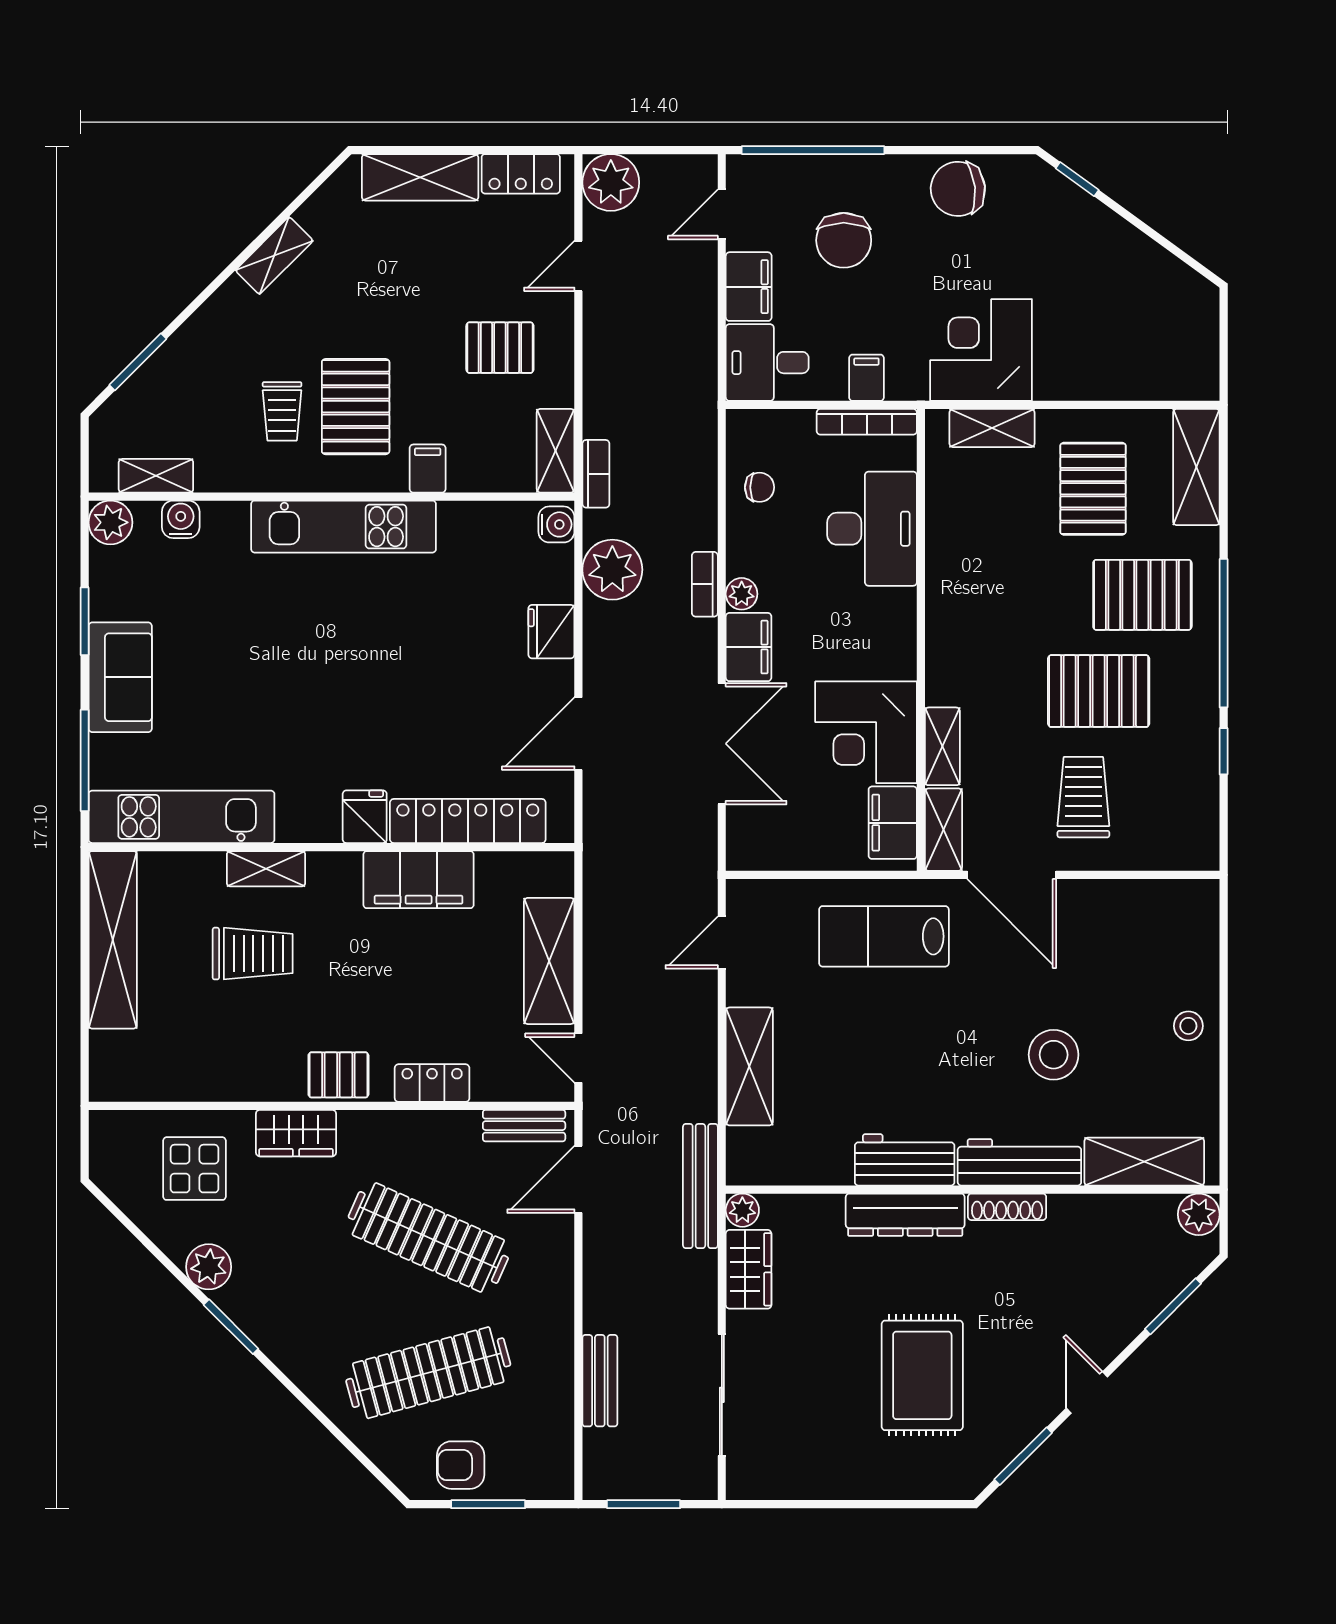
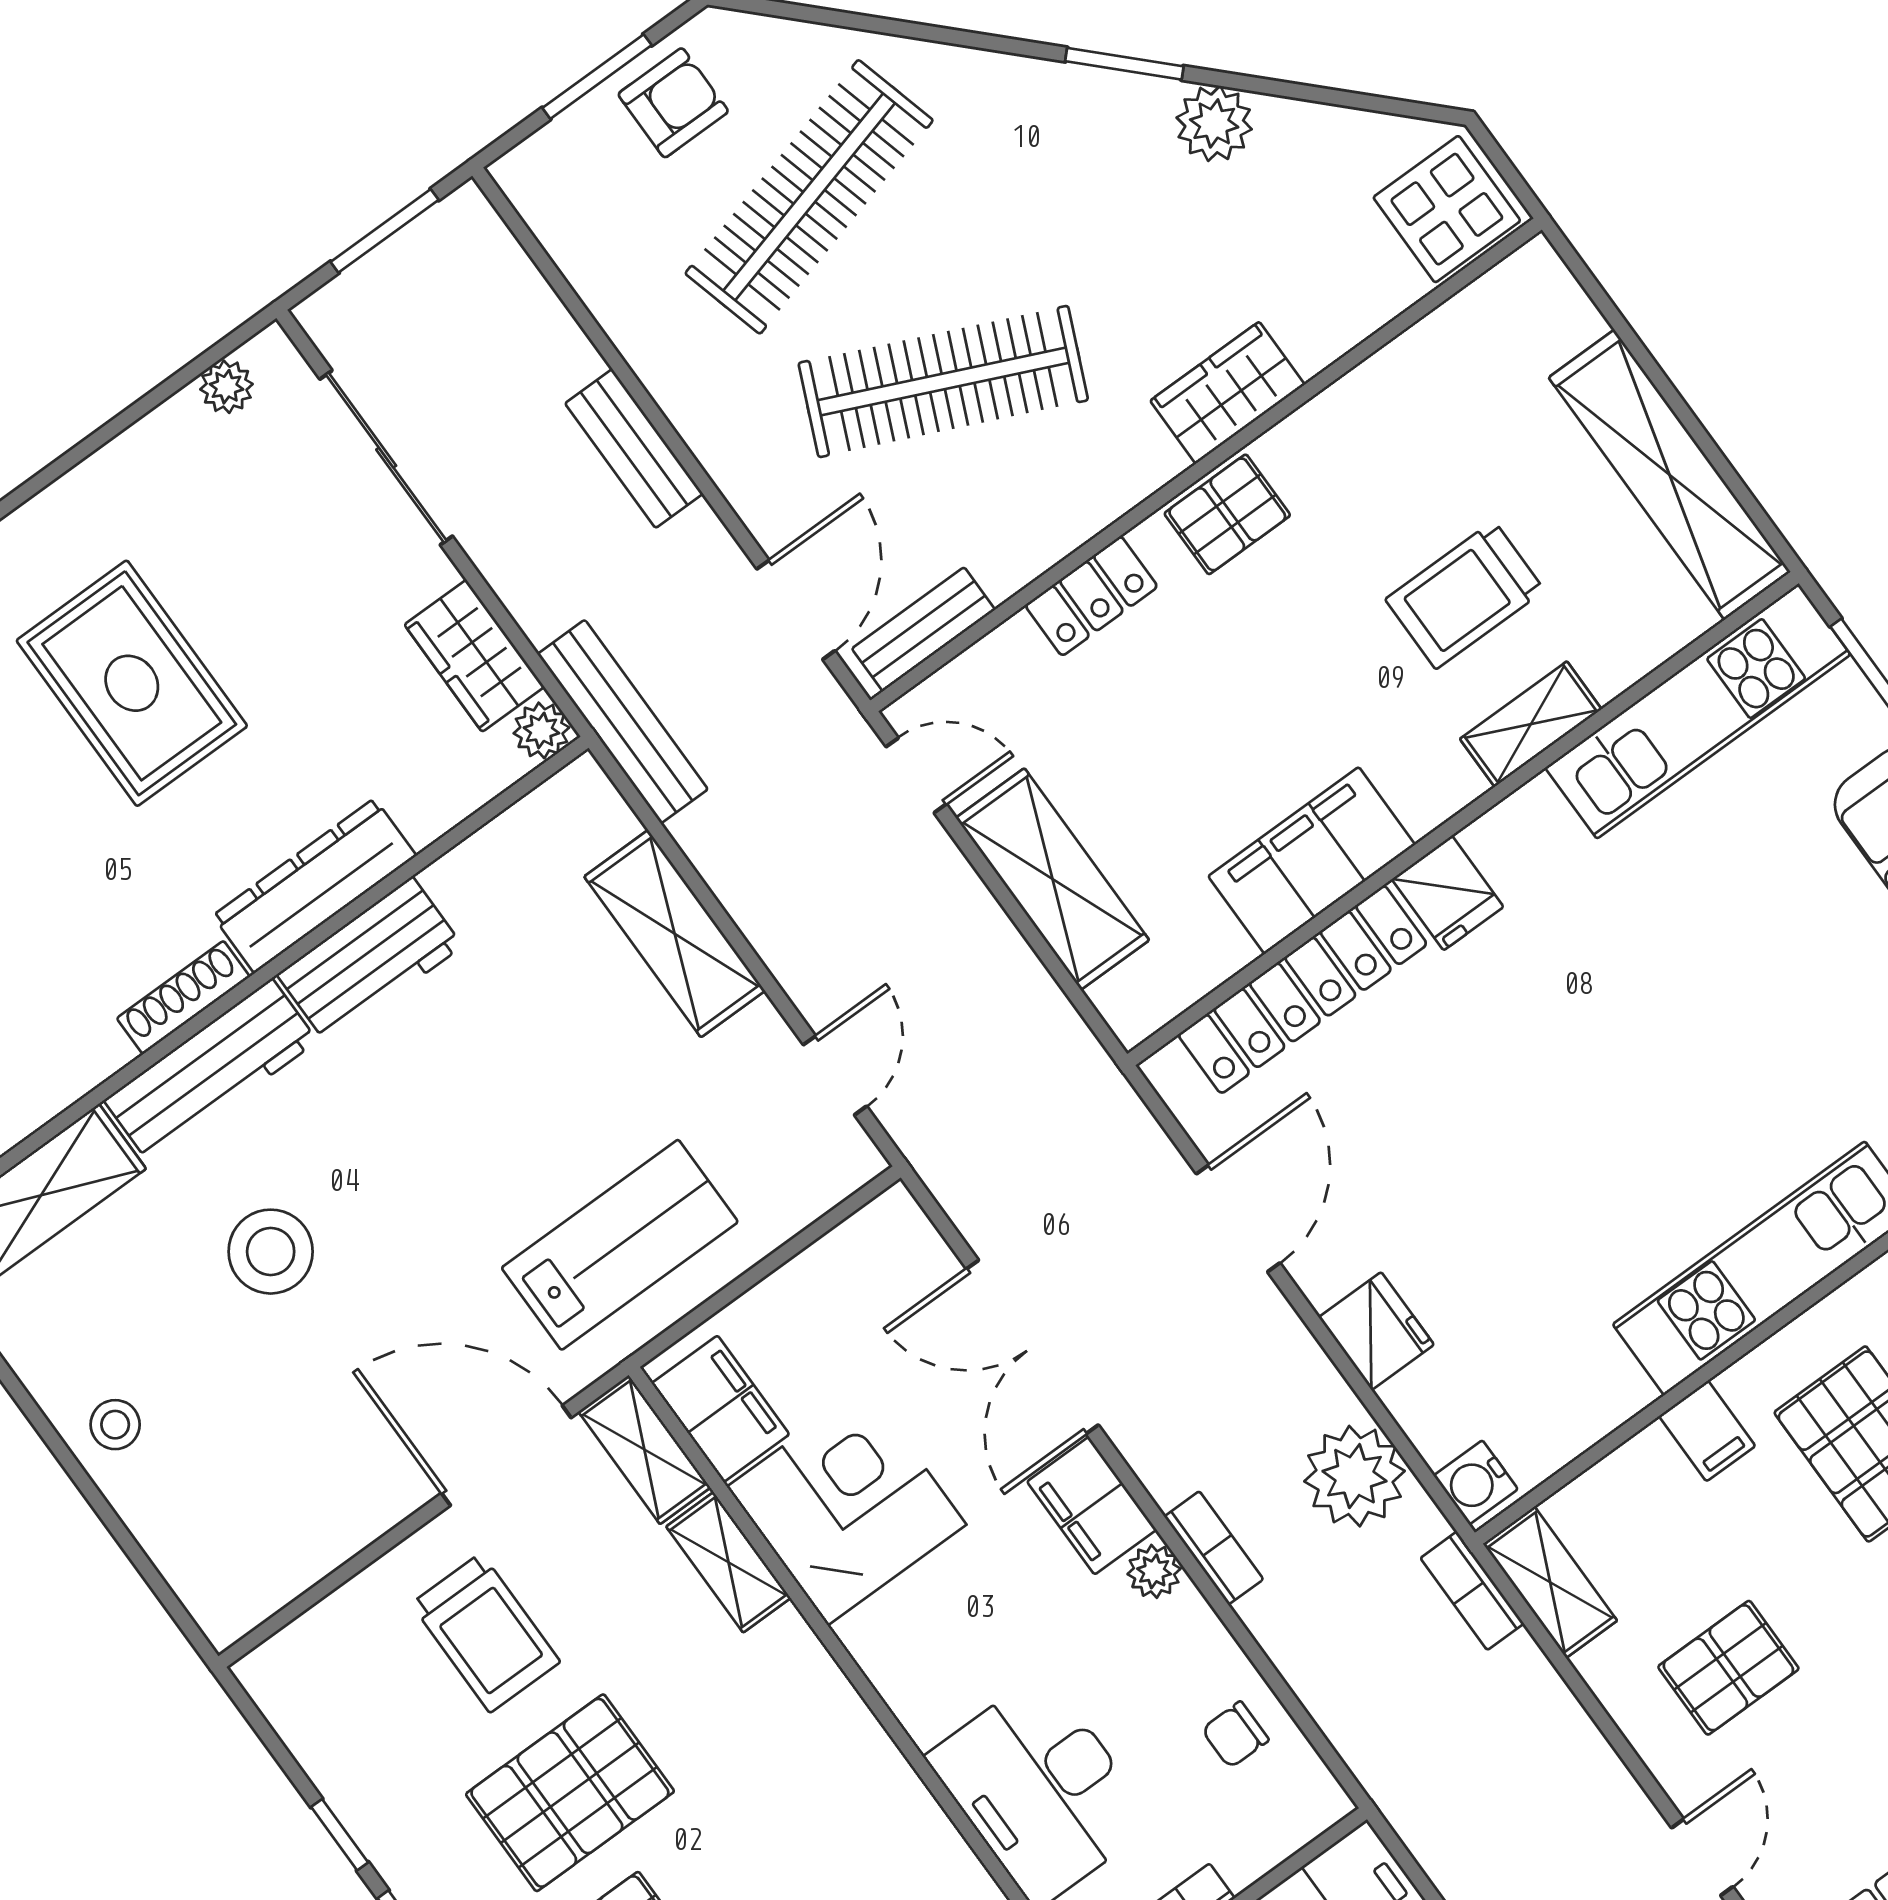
display table: (194, 1169) -> (1447, 209), moved
bench: (600, 1381) -> (634, 449), moved
plant: (774, 1485) -> (227, 387), added

